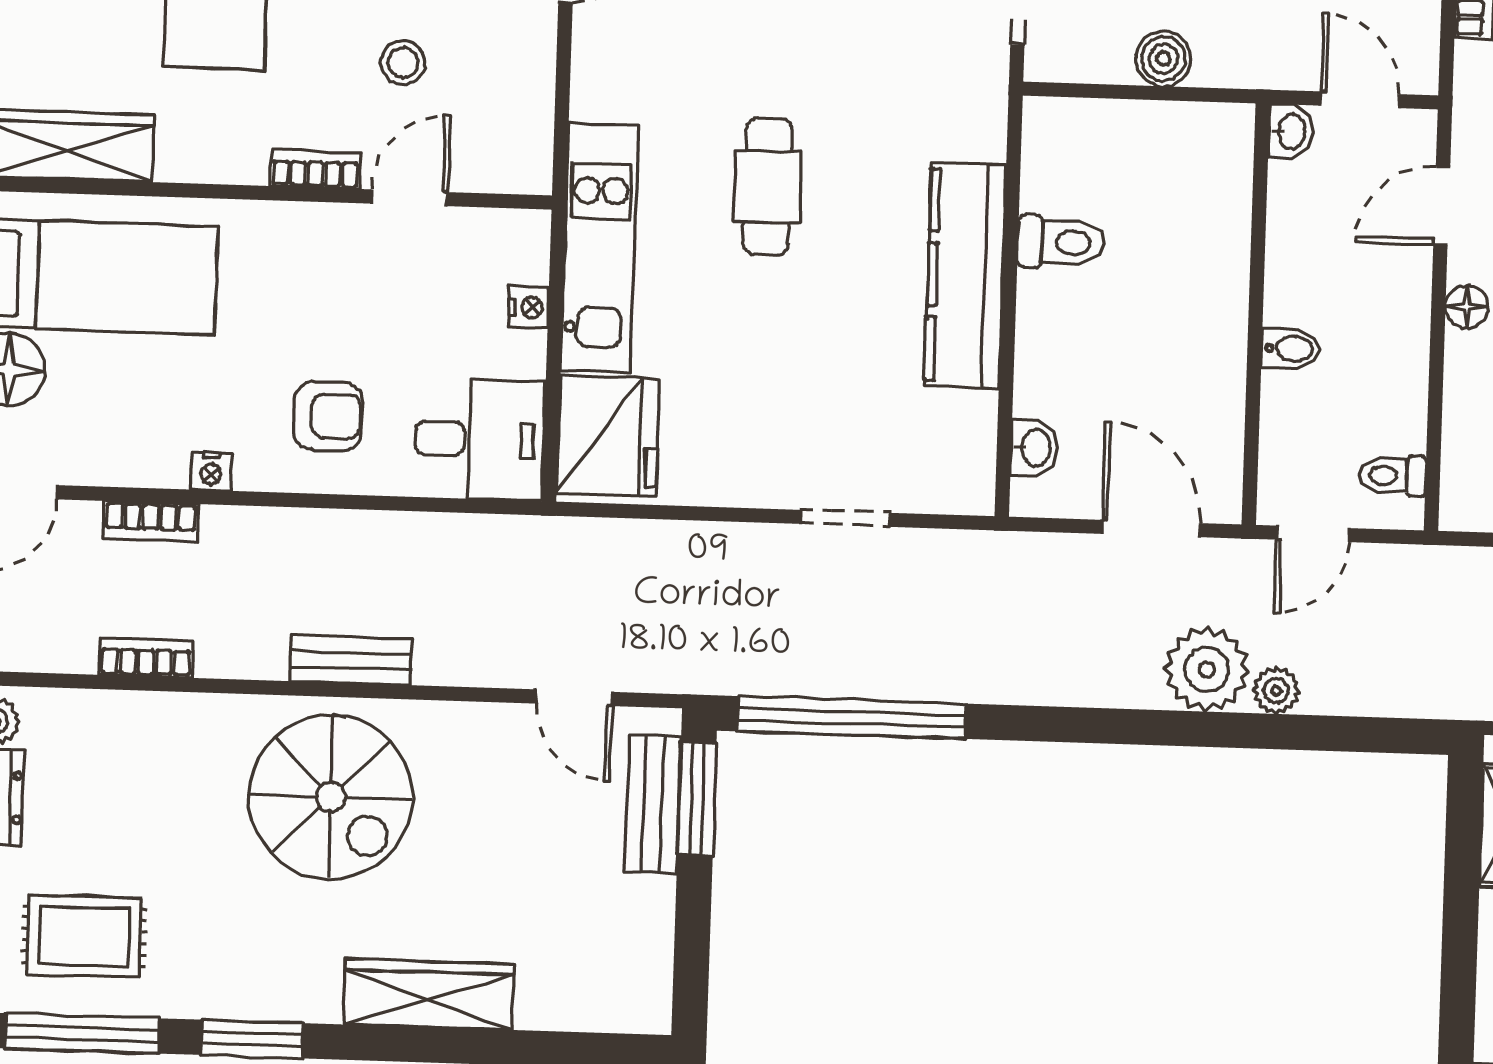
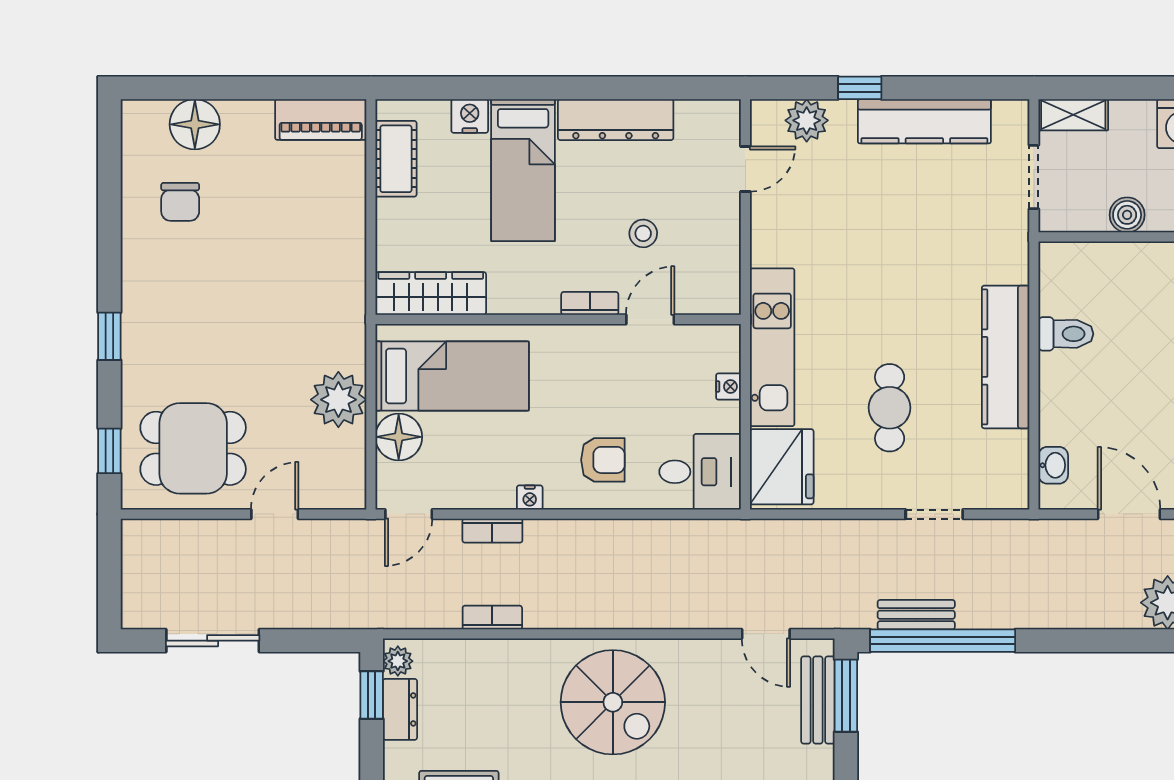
cafe table: (768, 186) -> (890, 408), moved
bench: (351, 660) -> (916, 615), moved

